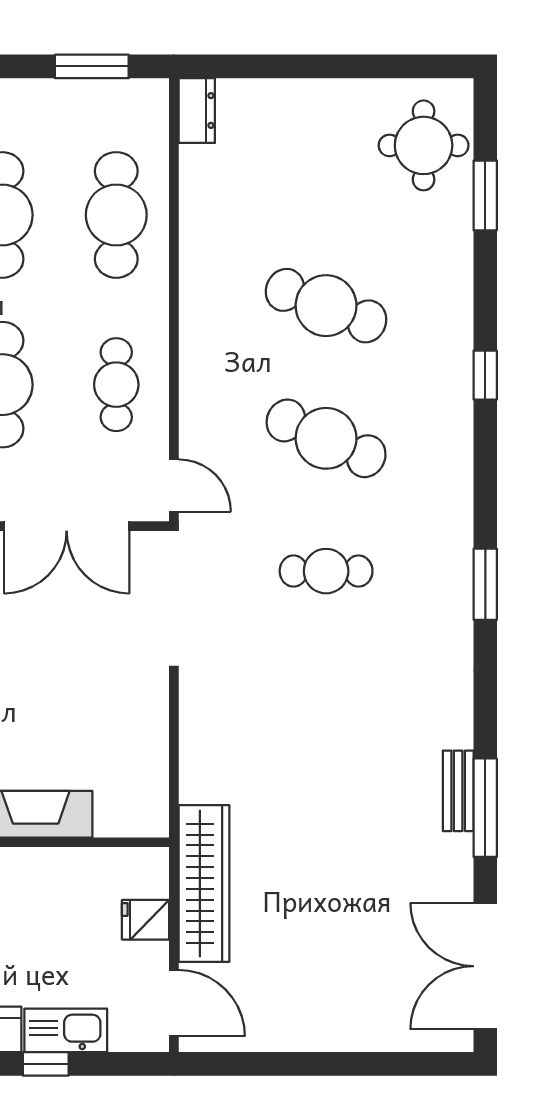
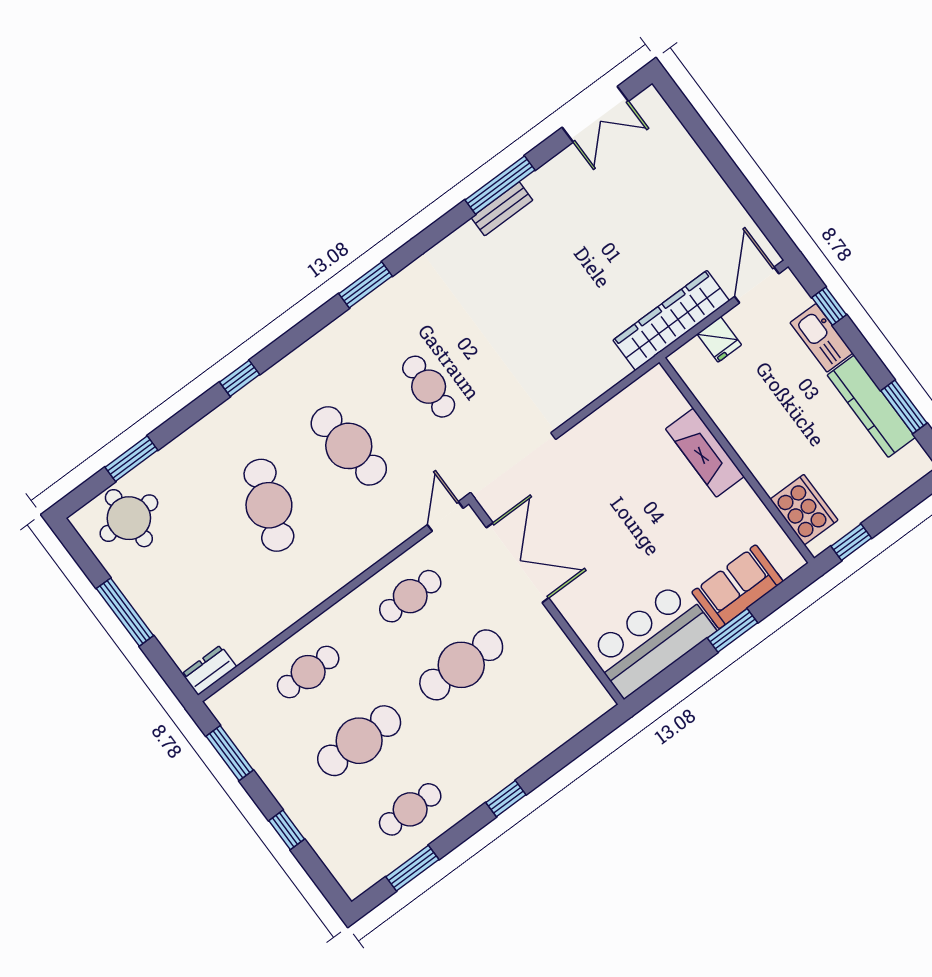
window: (326, 66) -> (125, 612), added
cafe table: (116, 215) -> (308, 672), width x0.73, depth x0.74
cafe table: (326, 438) -> (349, 446), turned -30
double door: (485, 966) -> (595, 114), width x0.73
window: (46, 1064) -> (829, 306), moved

